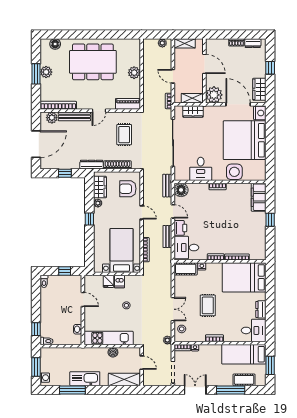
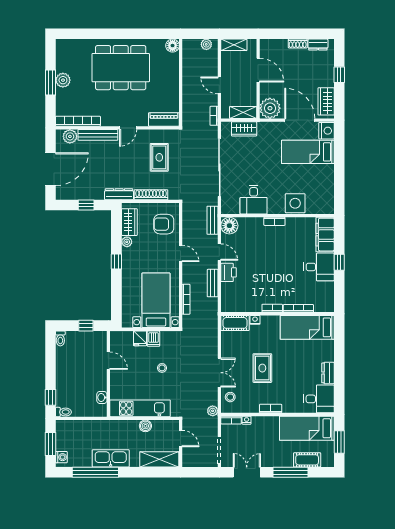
floor lamp: (55, 44) -> (173, 46), moved
plant: (134, 73) -> (172, 81), removed
bed: (245, 140) -> (308, 152), width x0.49
desk: (186, 248) -> (319, 267), moved, turned 180
bed: (244, 277) -> (307, 327), width x0.67
window: (72, 390) -> (95, 472), width x1.46

